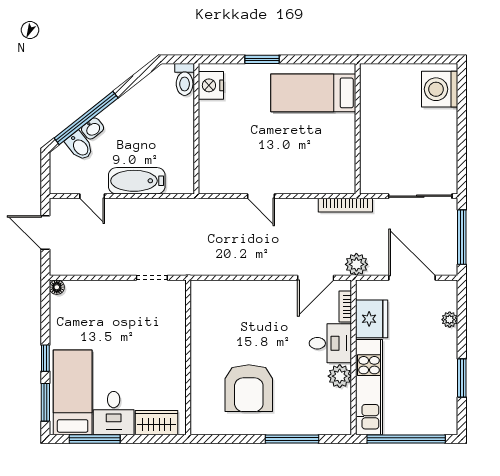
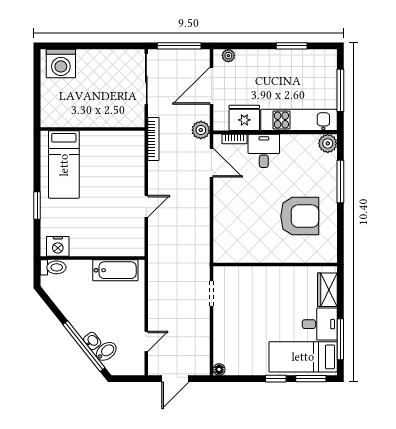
bathtub: (137, 181) -> (115, 270), moved, turned -90
plant: (450, 320) -> (228, 56), moved
plant: (340, 376) -> (328, 143), moved
window: (406, 439) -> (340, 90), width x0.68

